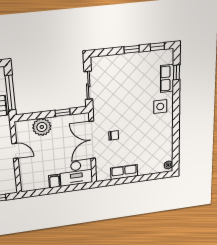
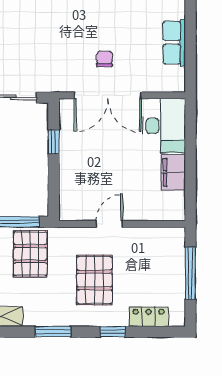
plant: (42, 127) -> (74, 177), removed
filing cabinet: (54, 181) -> (173, 172), width x2.00

